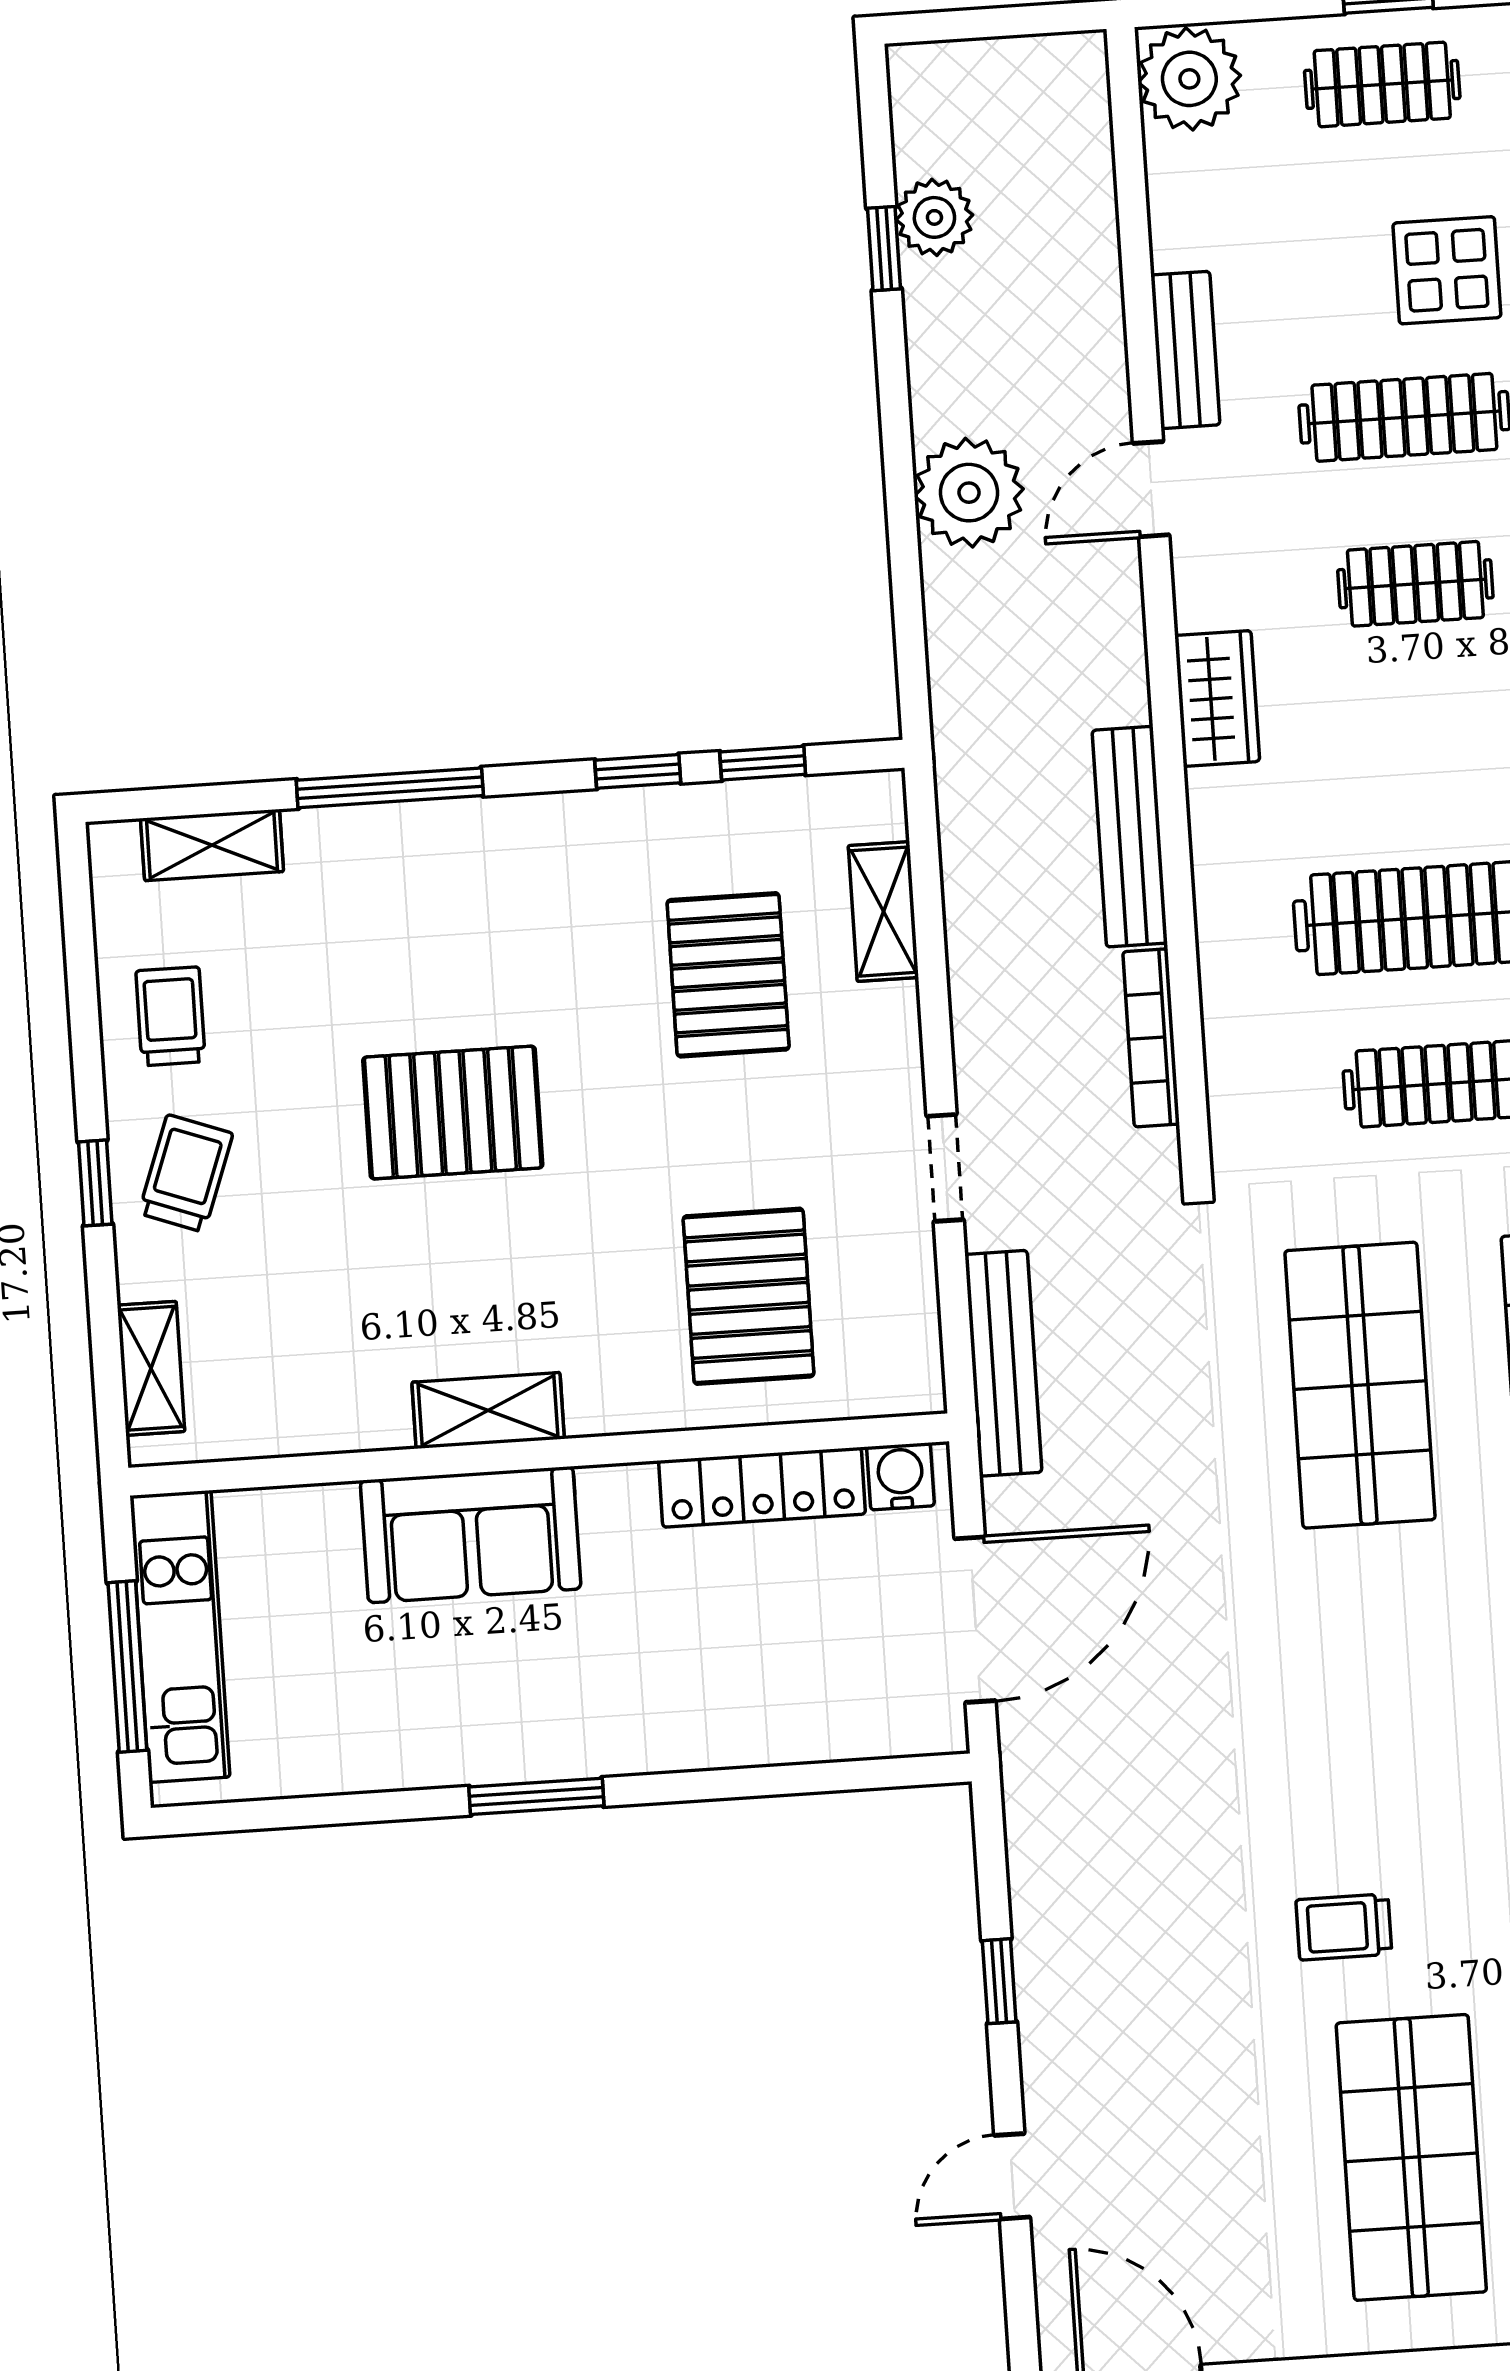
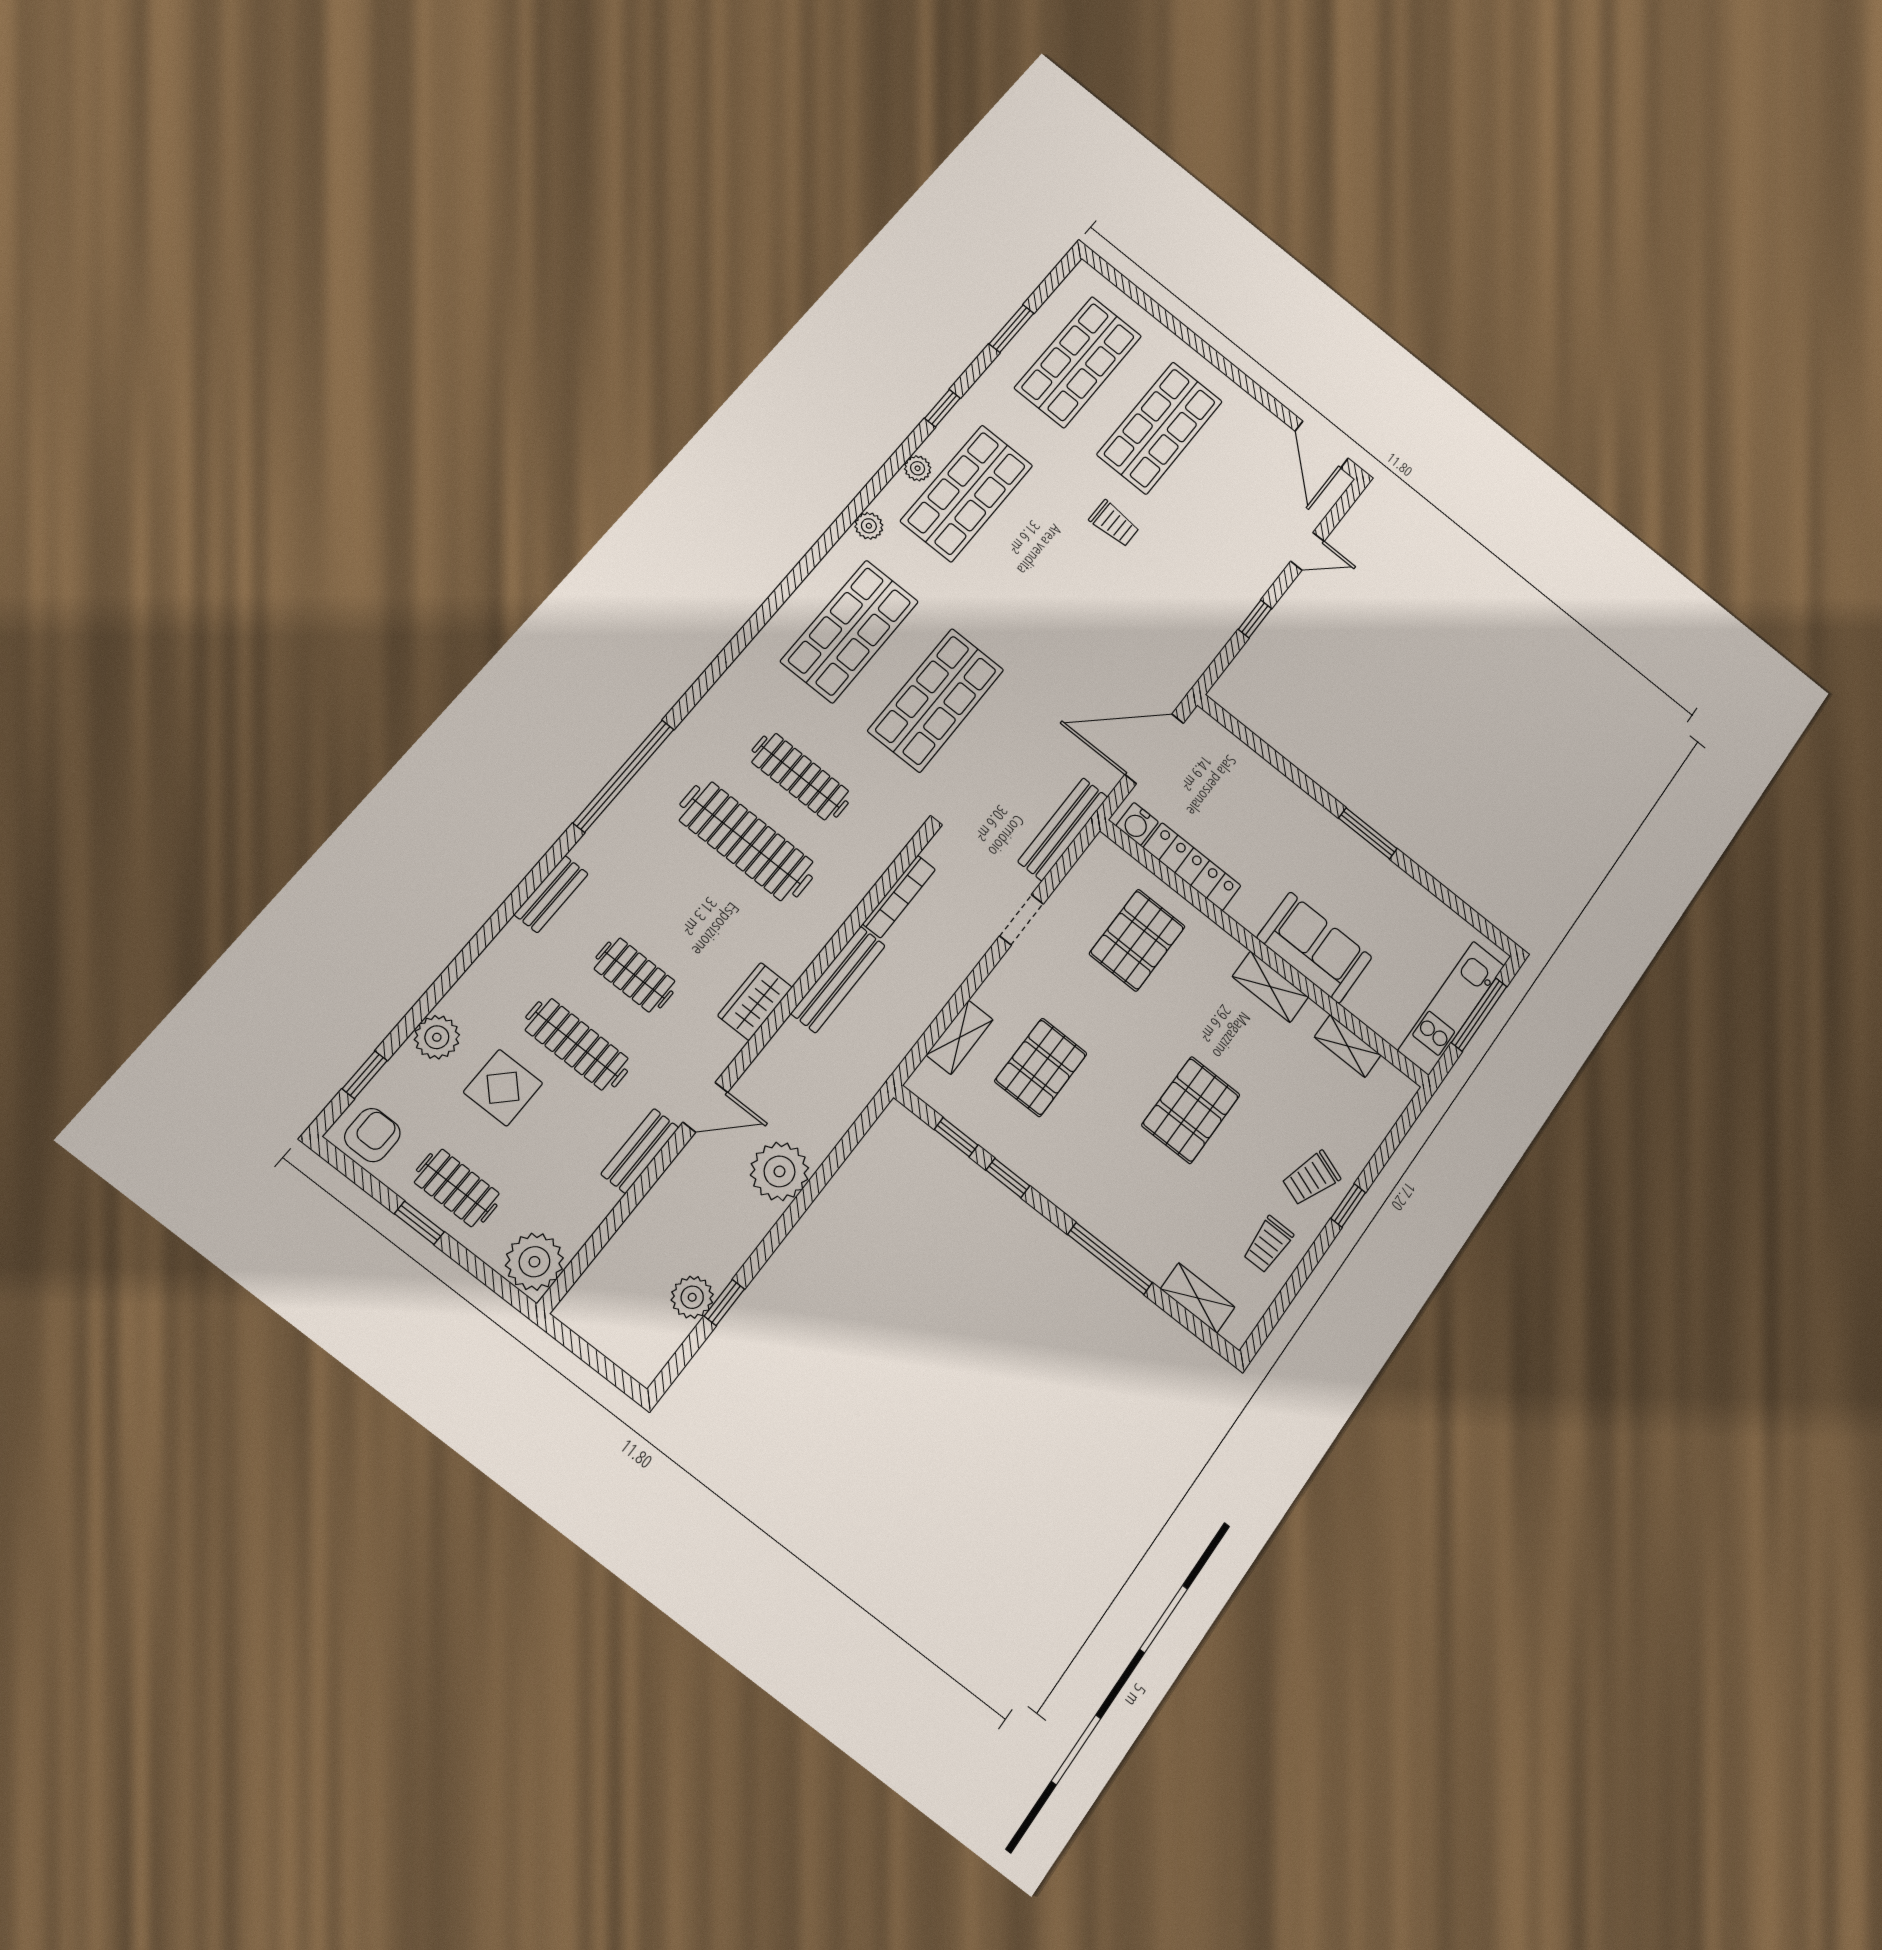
pallet: (453, 1113) -> (1191, 1110), turned 90
shelving: (151, 1368) -> (1348, 1046), moved, turned 90

